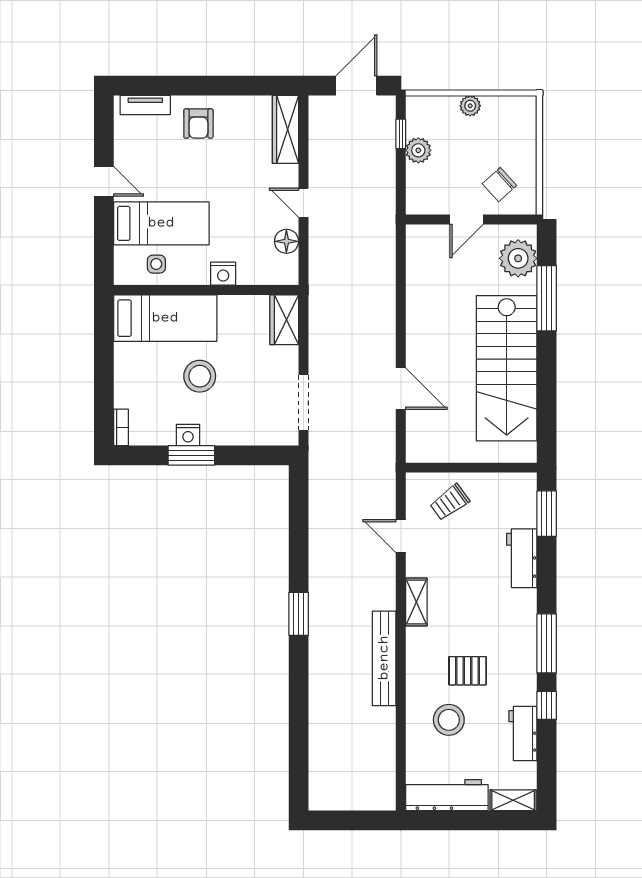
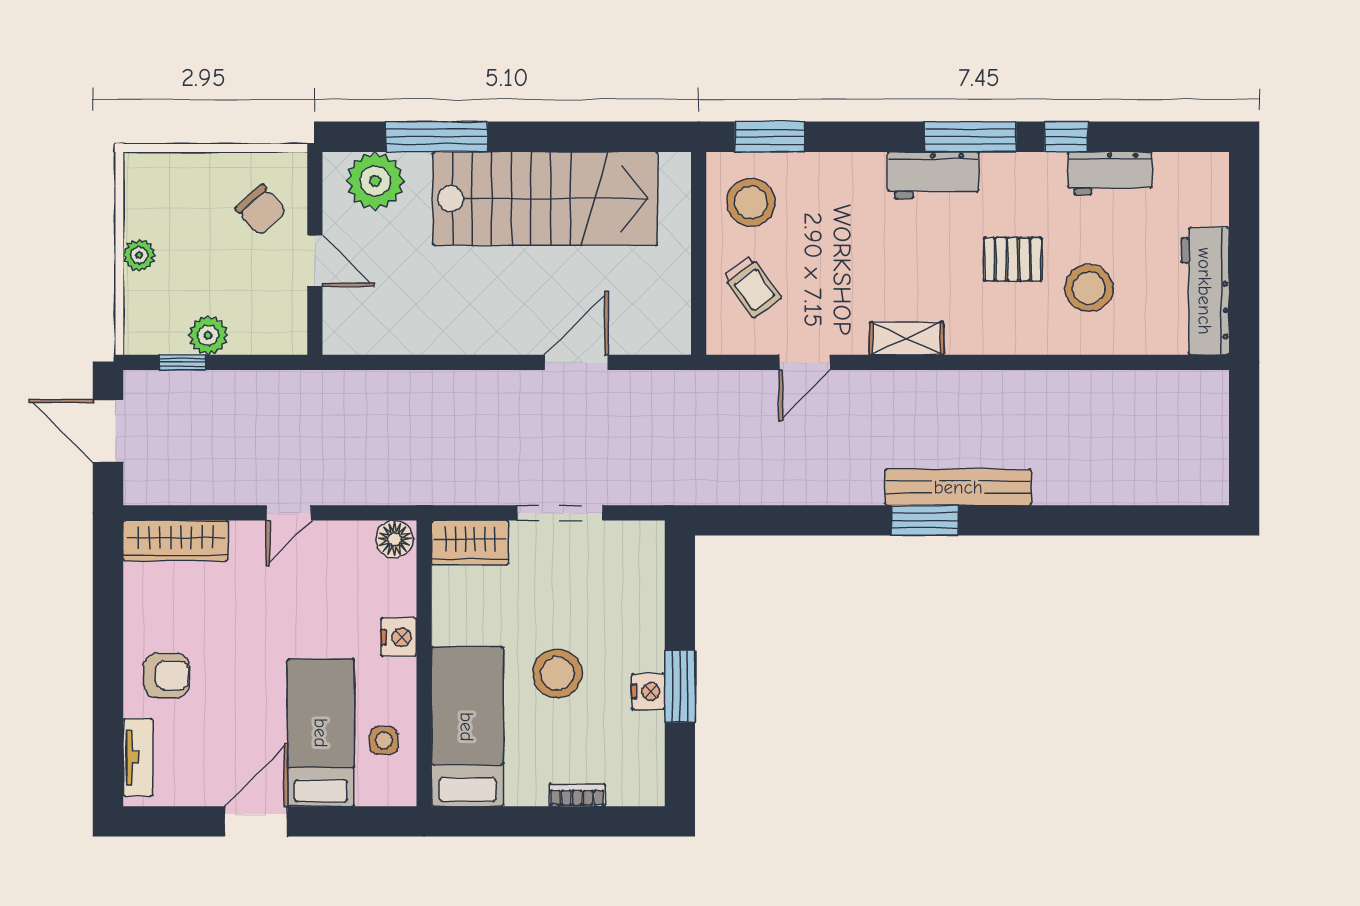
door: (104, 181) -> (256, 821), width x1.38
floor lamp: (286, 241) -> (395, 539), moved
doorway: (303, 403) -> (560, 513), moved
bookcase: (121, 427) -> (577, 795), moved
stool: (504, 501) -> (751, 202), added
workbench: (522, 558) -> (933, 175), moved
bench: (384, 658) -> (958, 487), moved
pallet: (468, 671) -> (1013, 259), turned 90
shelving: (513, 800) -> (1213, 189), removed

